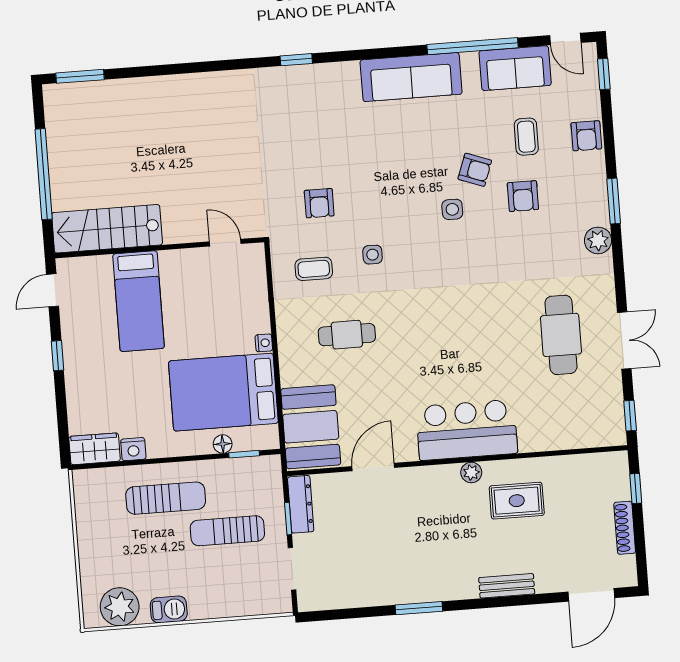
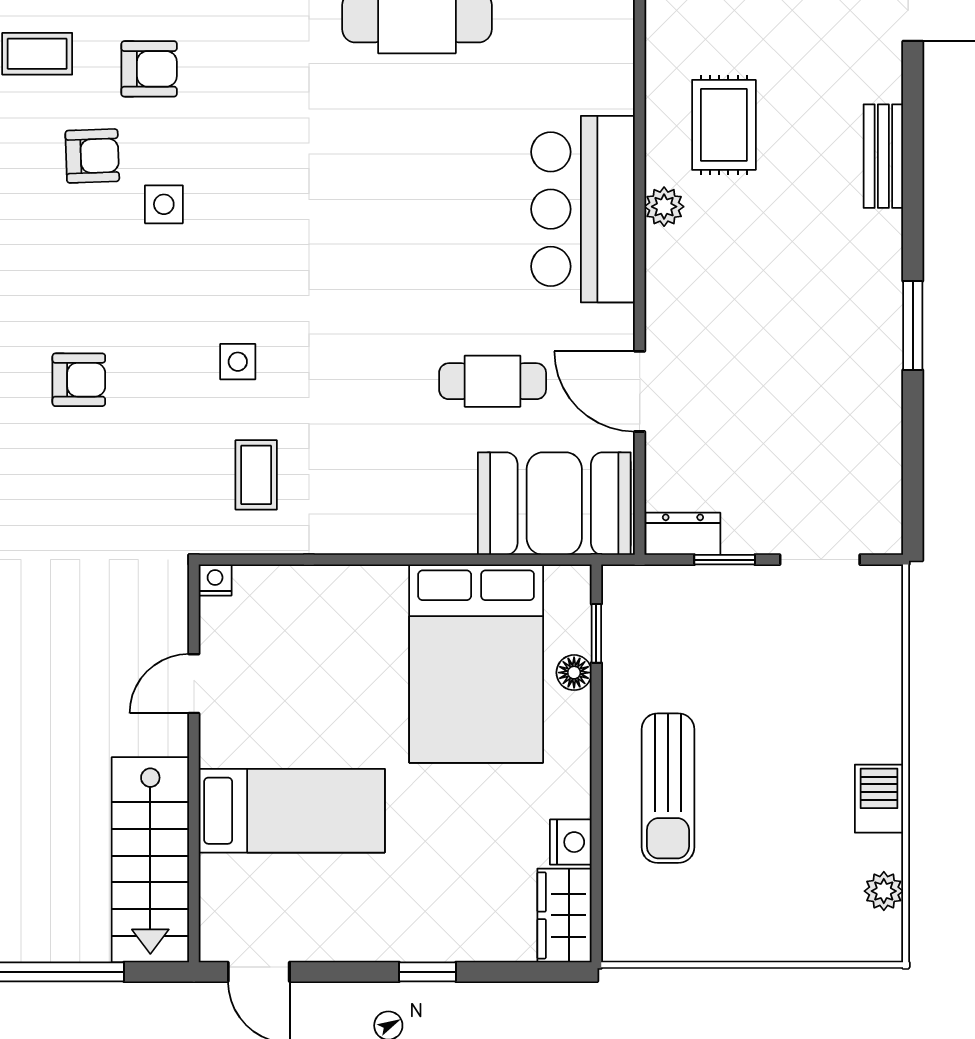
armchair: (475, 170) -> (92, 156), turned 68
armchair: (319, 203) -> (79, 380), moved
door: (225, 243) -> (194, 684), moved
cafe table: (347, 335) -> (493, 381), moved, turned 90
nightstand: (264, 343) -> (215, 580), moved
window: (58, 356) -> (428, 972), moved
sun lounger: (166, 498) -> (668, 788), turned 180
dresser: (301, 504) -> (683, 534), width x0.70
sun lounger: (227, 531) -> (739, 676), removed
plant: (120, 607) -> (884, 891), width x0.53, depth x0.53

